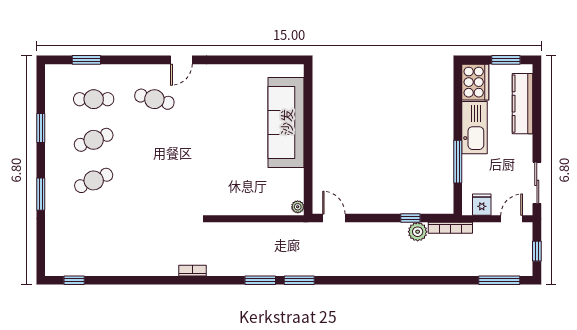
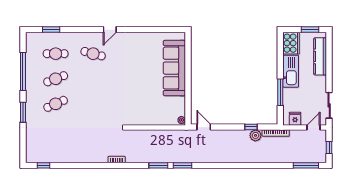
window: (41, 128) -> (23, 71), width x2.11

